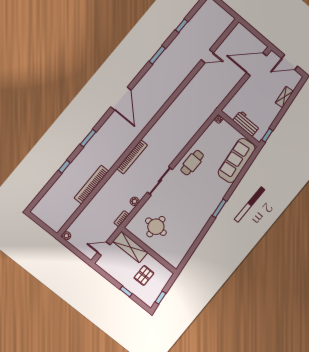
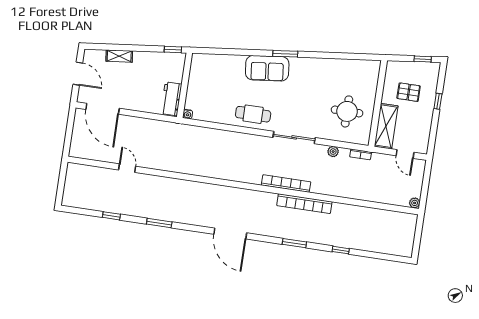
door: (121, 99) -> (230, 234), swing flipped
workbench: (246, 123) -> (171, 99), moved
sofa: (237, 161) -> (267, 68), moved, width x0.73
bookcase: (91, 185) -> (304, 204), moved

